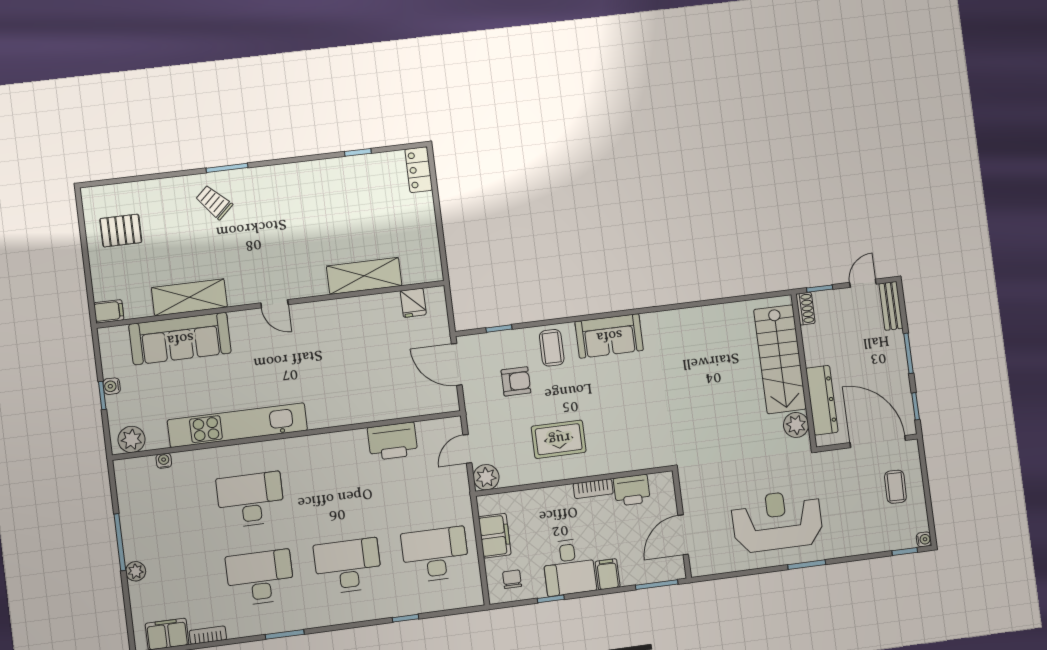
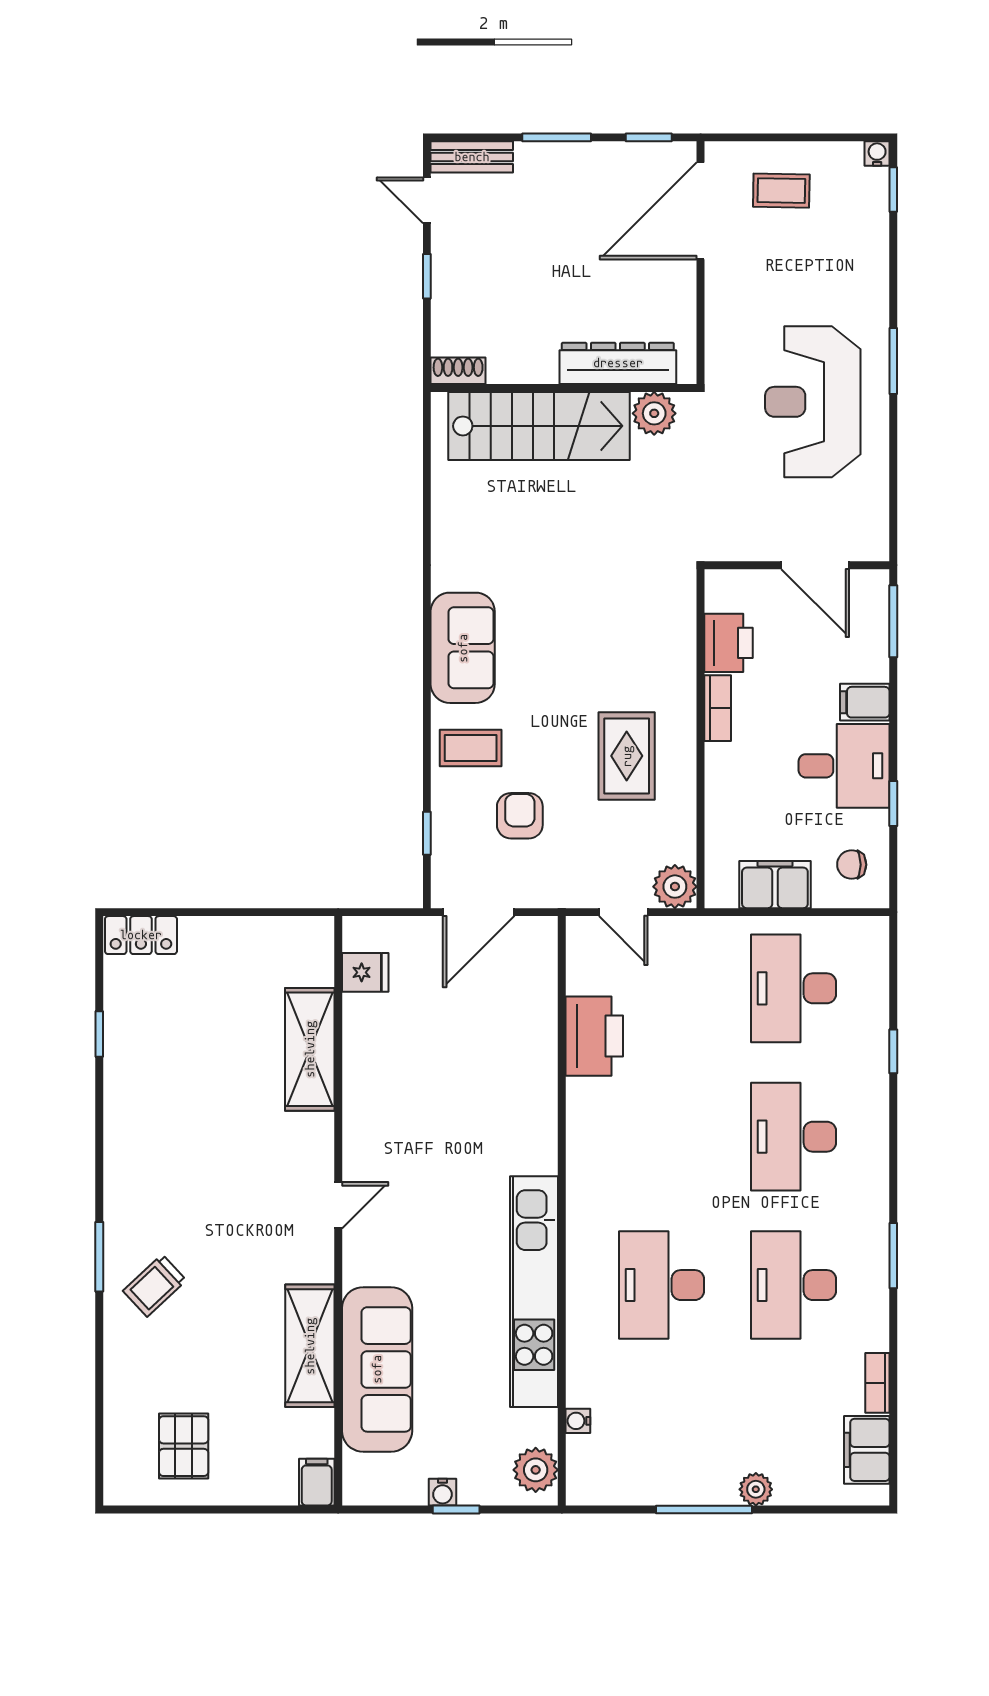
shoe rack: (805, 309) -> (458, 371), moved
stairs: (780, 359) -> (539, 426), moved
wall: (804, 371) -> (564, 388), moved
dresser: (822, 400) -> (618, 363), moved
plant: (796, 425) -> (654, 413), moved

